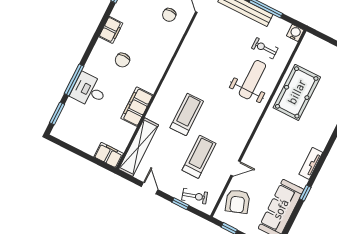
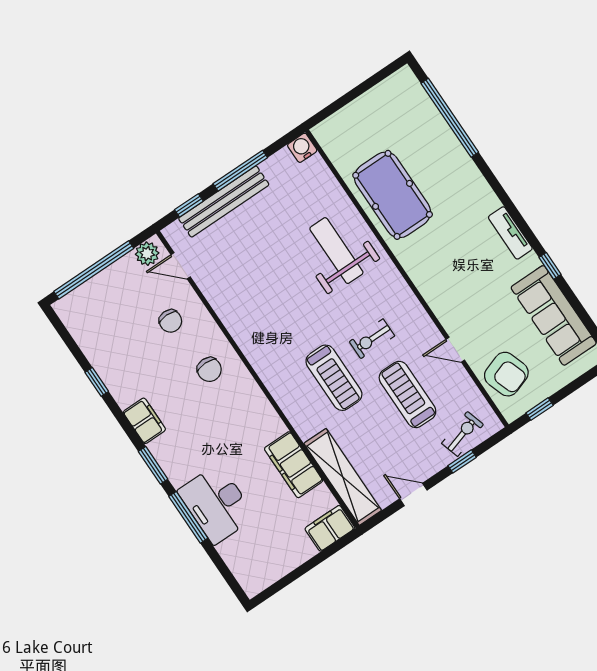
exercise bike: (265, 48) -> (372, 339), moved
chair: (122, 60) -> (209, 370), moved
desk: (89, 90) -> (217, 504), width x1.37
filing cabinet: (137, 107) -> (294, 465), moved
window: (57, 113) -> (153, 465), moved
treadmill: (187, 114) -> (334, 378), turned 180
door: (236, 168) -> (455, 350), swing flipped

